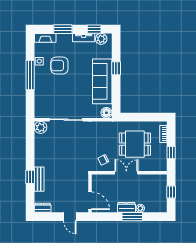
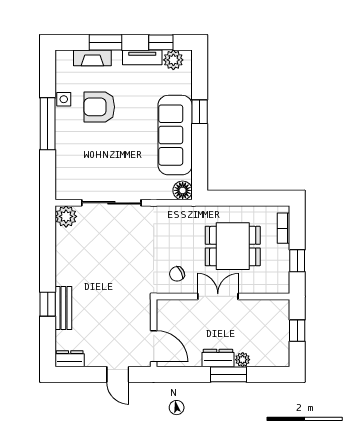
fireplace: (45, 38) -> (92, 58), moved

